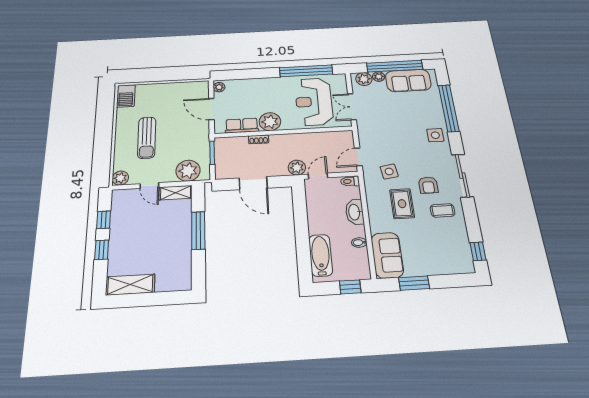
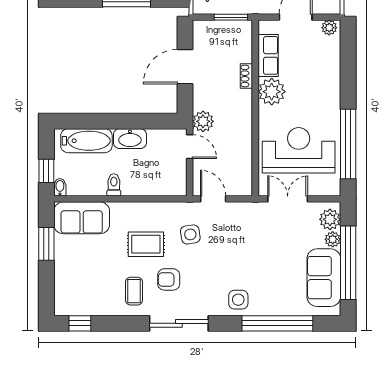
toilet: (350, 181) -> (114, 185), moved
washbasin: (355, 212) -> (130, 139), moved, turned 180
bidet: (359, 243) -> (60, 187), moved

